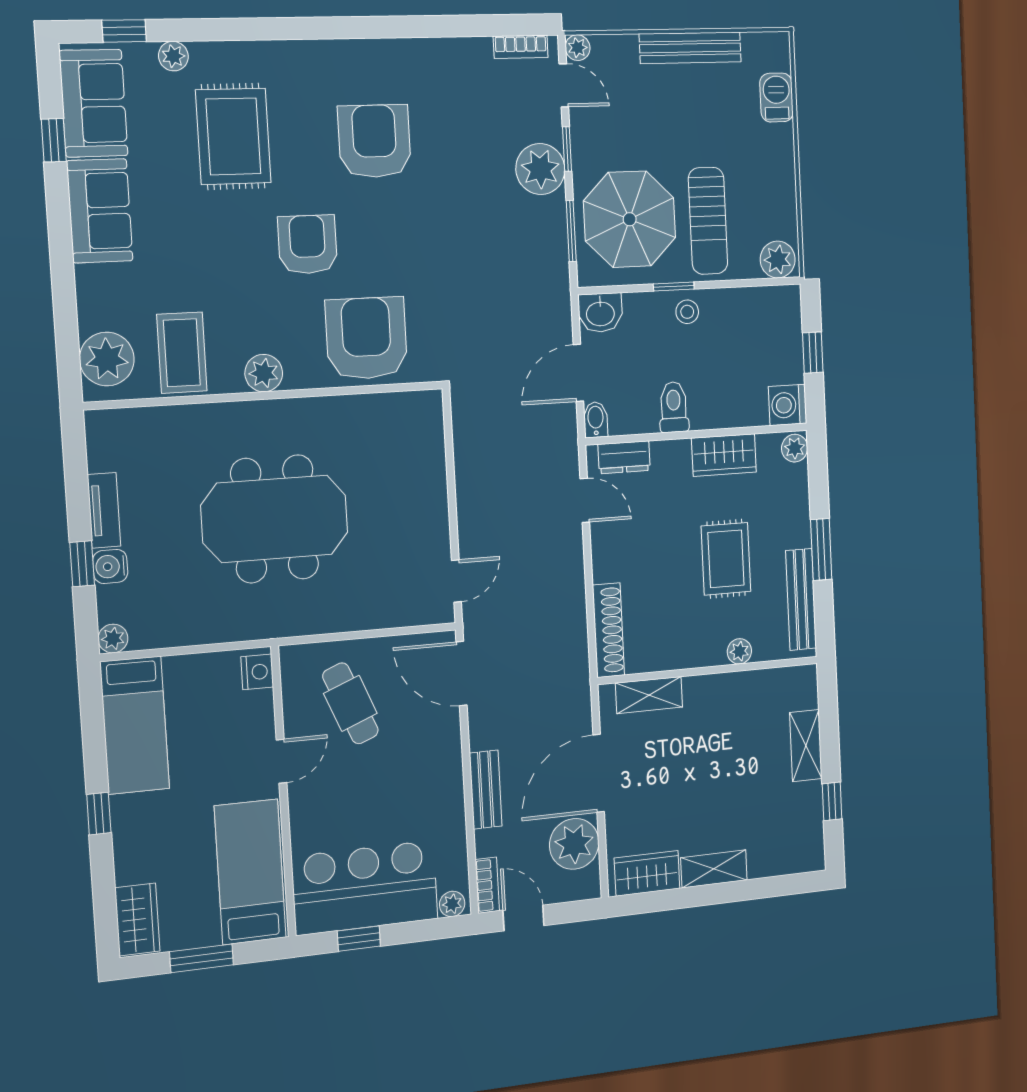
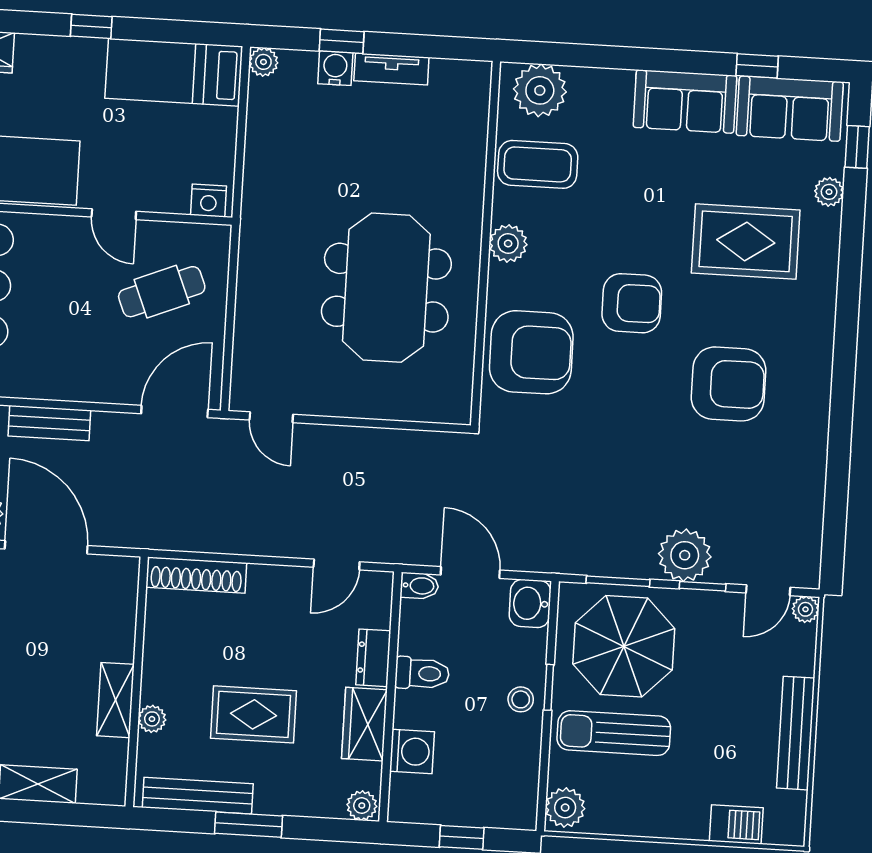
bookcase: (521, 47) -> (811, 548), removed
washing machine: (787, 405) -> (412, 751), moved, turned 90
dresser: (624, 457) -> (373, 658), moved
meeting table: (275, 519) -> (386, 288), moved
shelving: (649, 695) -> (115, 700), moved

